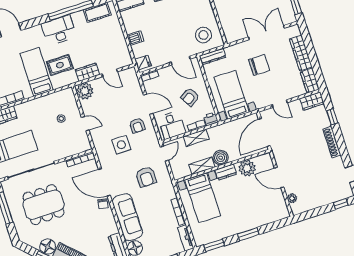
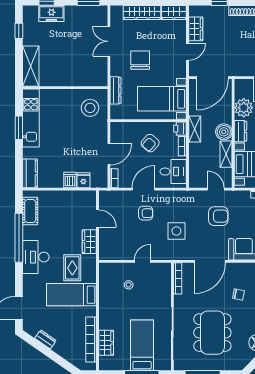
double door: (266, 33) -> (109, 41), width x0.73
dresser: (213, 57) -> (116, 90), moved
door: (181, 61) -> (109, 154), moved
fridge: (143, 63) -> (83, 180), moved
door: (110, 73) -> (97, 218), hinge flipped
plant: (85, 91) -> (108, 251), removed
armchair: (190, 97) -> (150, 143), turned 72
wardrobe: (312, 101) -> (196, 29), moved
armchair: (137, 125) -> (146, 213), moved
door: (264, 132) -> (212, 78), hinge flipped
shelving: (196, 138) -> (195, 129), moved
door: (164, 154) -> (216, 189), moved
chair: (103, 204) -> (238, 294), moved

